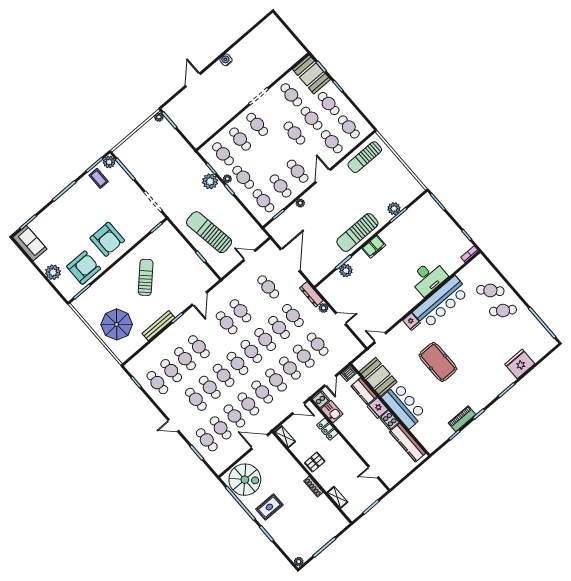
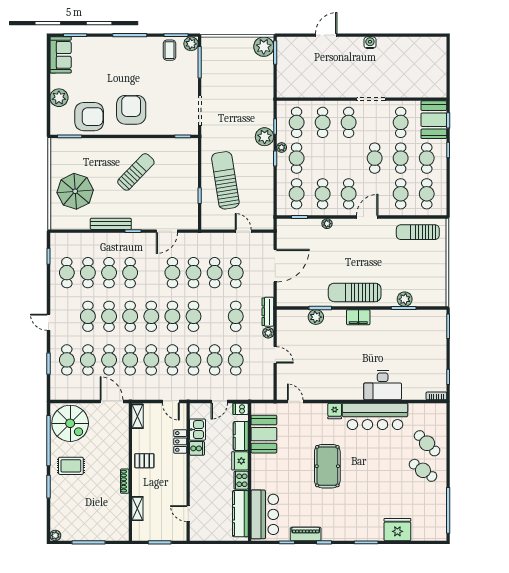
plant: (159, 117) -> (264, 47), width x1.88, depth x1.88
armchair: (107, 239) -> (131, 110), turned 180
cafe table: (279, 327) -> (215, 273), moved
cooker: (321, 399) -> (197, 448), moved
bar counter: (404, 406) -> (265, 514), moved

